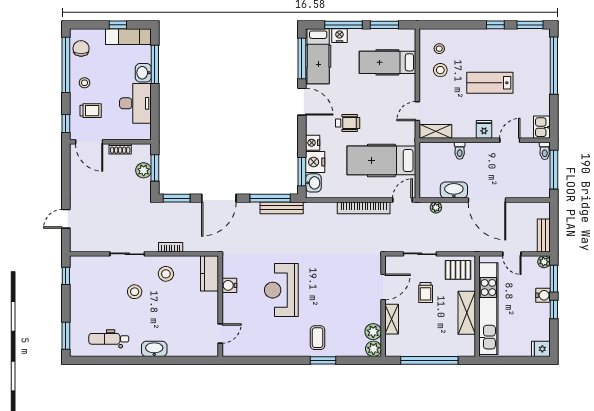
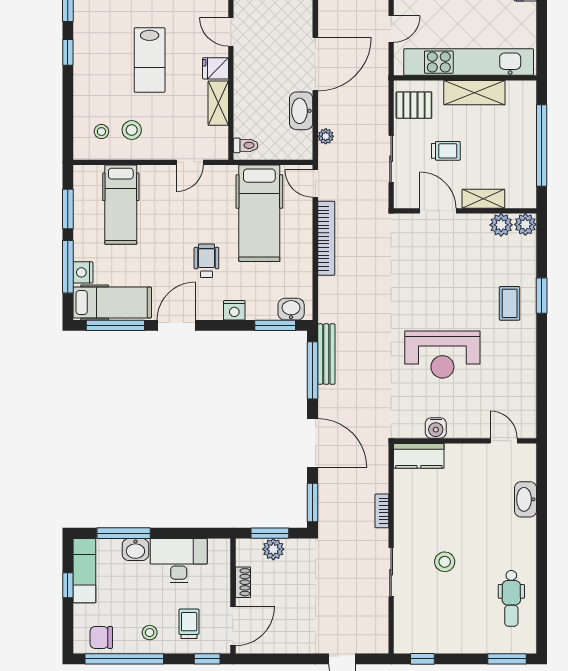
door: (417, 111) -> (190, 162), hinge flipped
shelving: (436, 131) -> (218, 103), moved
toilet: (460, 151) -> (246, 145), moved
nightstand: (315, 162) -> (262, 307), removed
pallet: (458, 270) -> (414, 105), turned 90
stool: (166, 274) -> (420, 518), removed
coffee table: (318, 338) -> (510, 303), turned 90
washbasin: (154, 349) -> (525, 499), moved

